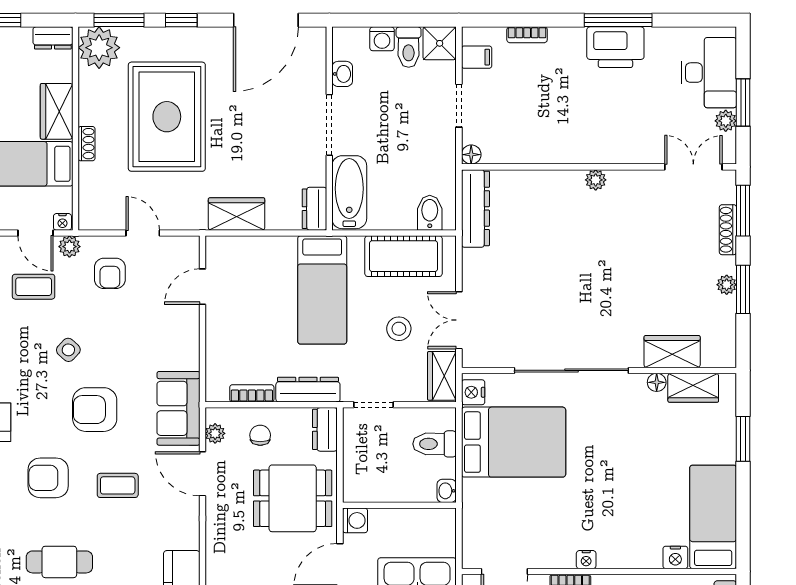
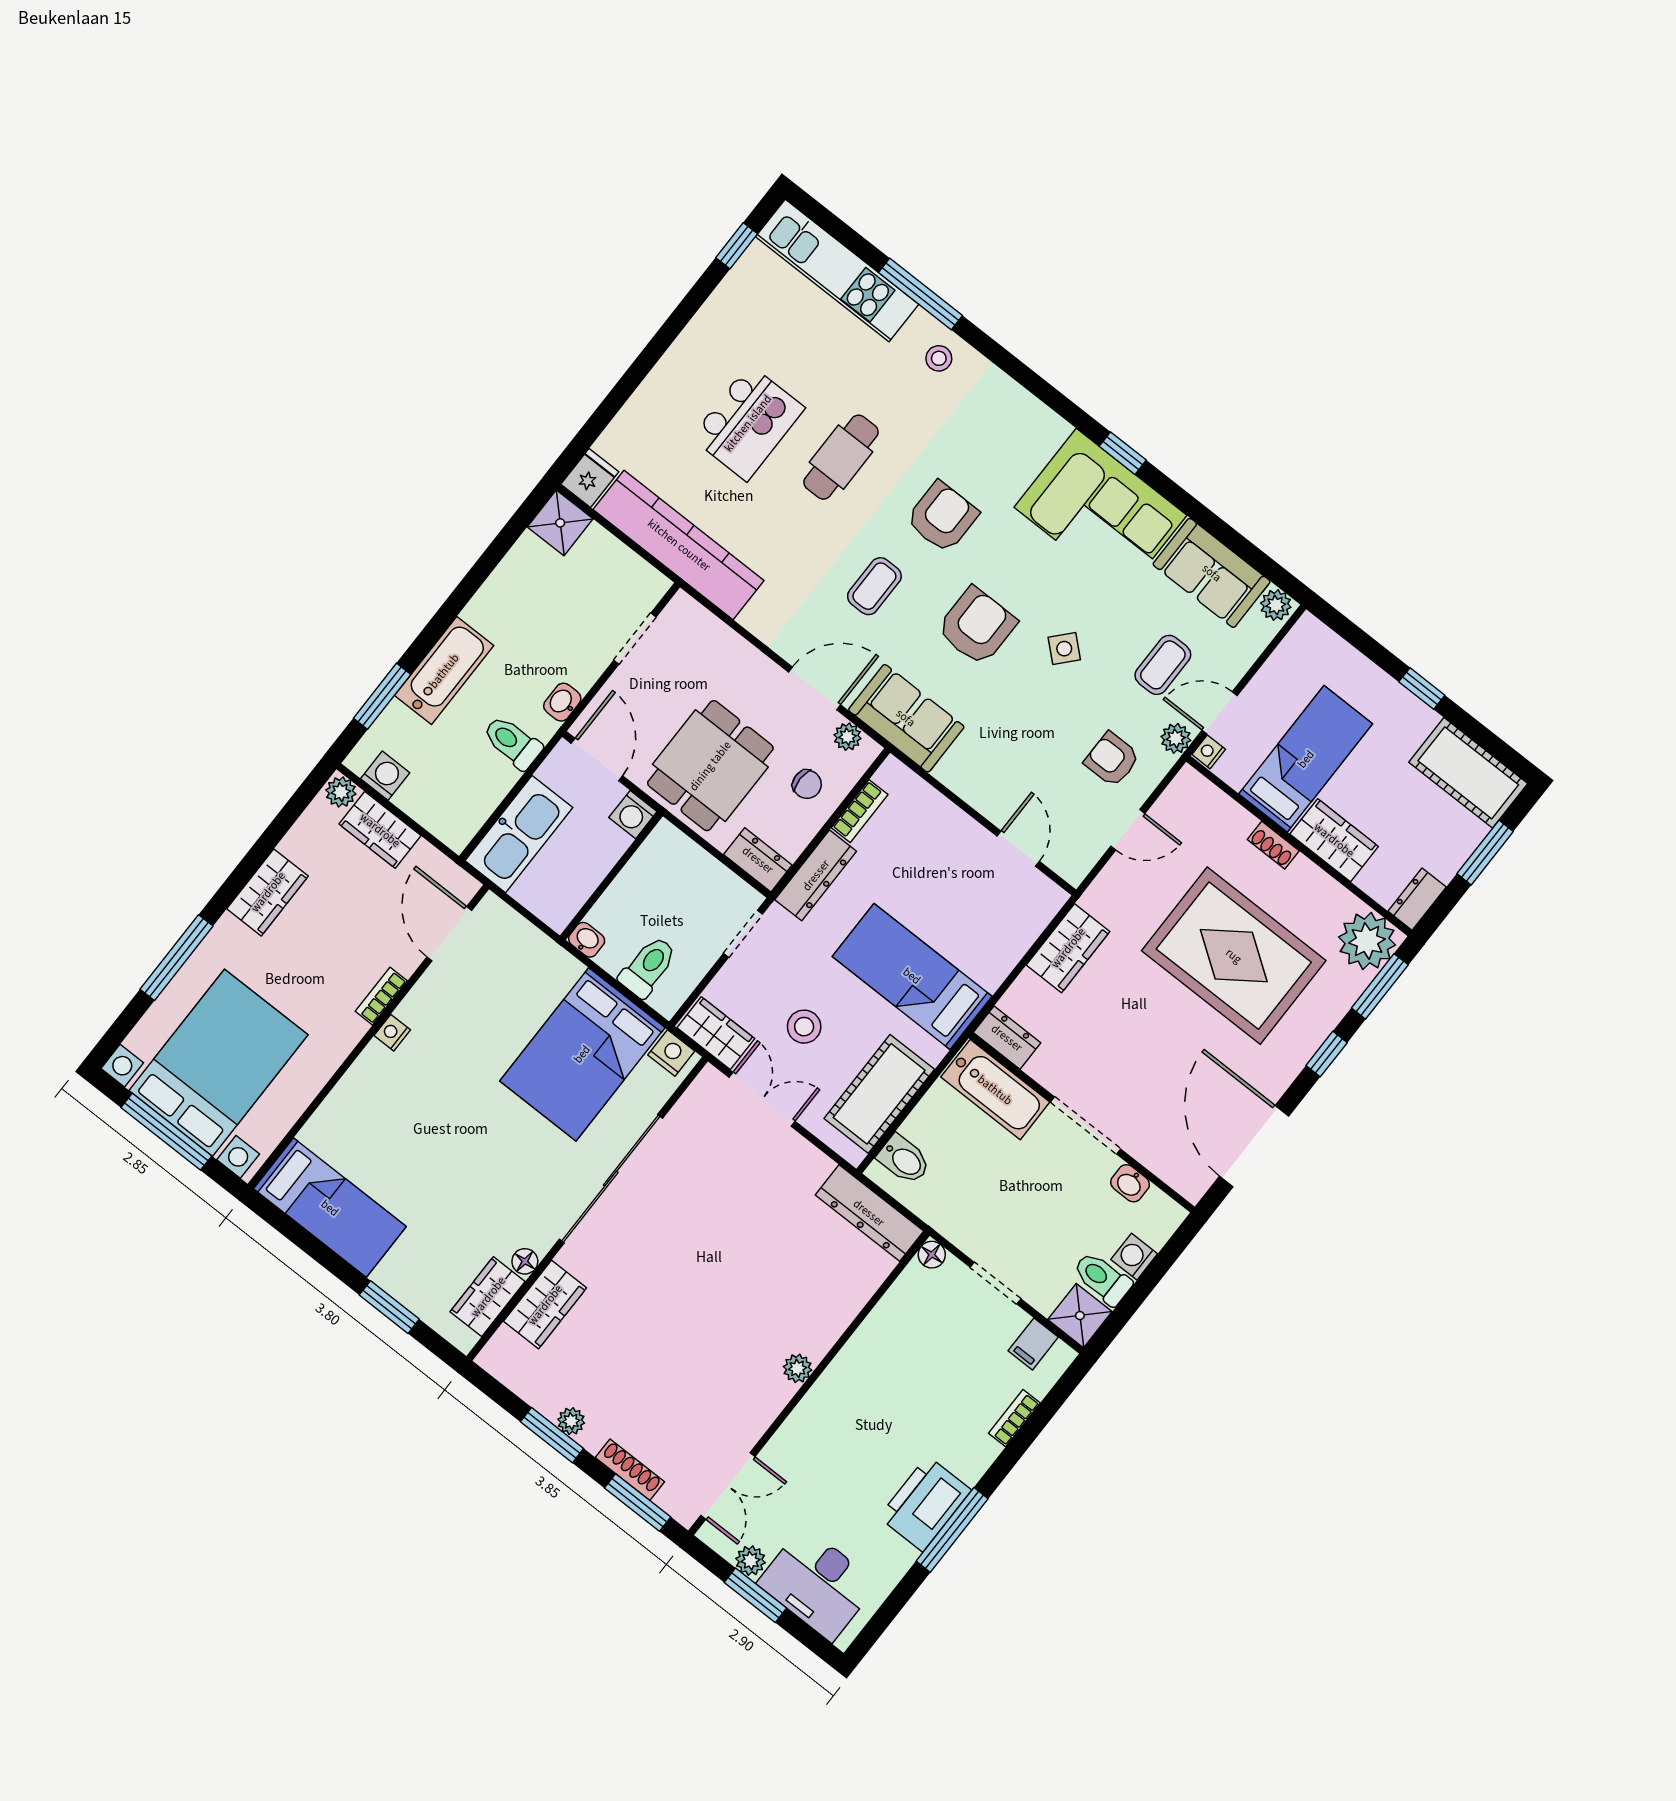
nightstand: (675, 557) -> (318, 1132), removed

